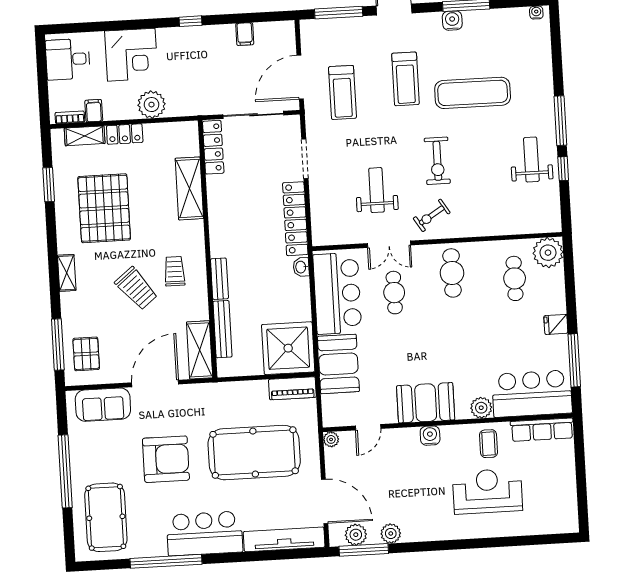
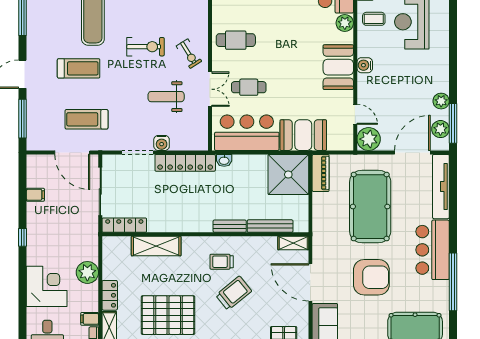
water cooler: (452, 21) -> (162, 143), moved, turned -90
treadmill: (342, 92) -> (86, 119), turned 180
shelving: (200, 350) -> (293, 243), width x0.67, depth x0.75
plant: (331, 439) -> (369, 139), width x1.87, depth x1.87
armchair: (166, 459) -> (371, 277), turned 90

